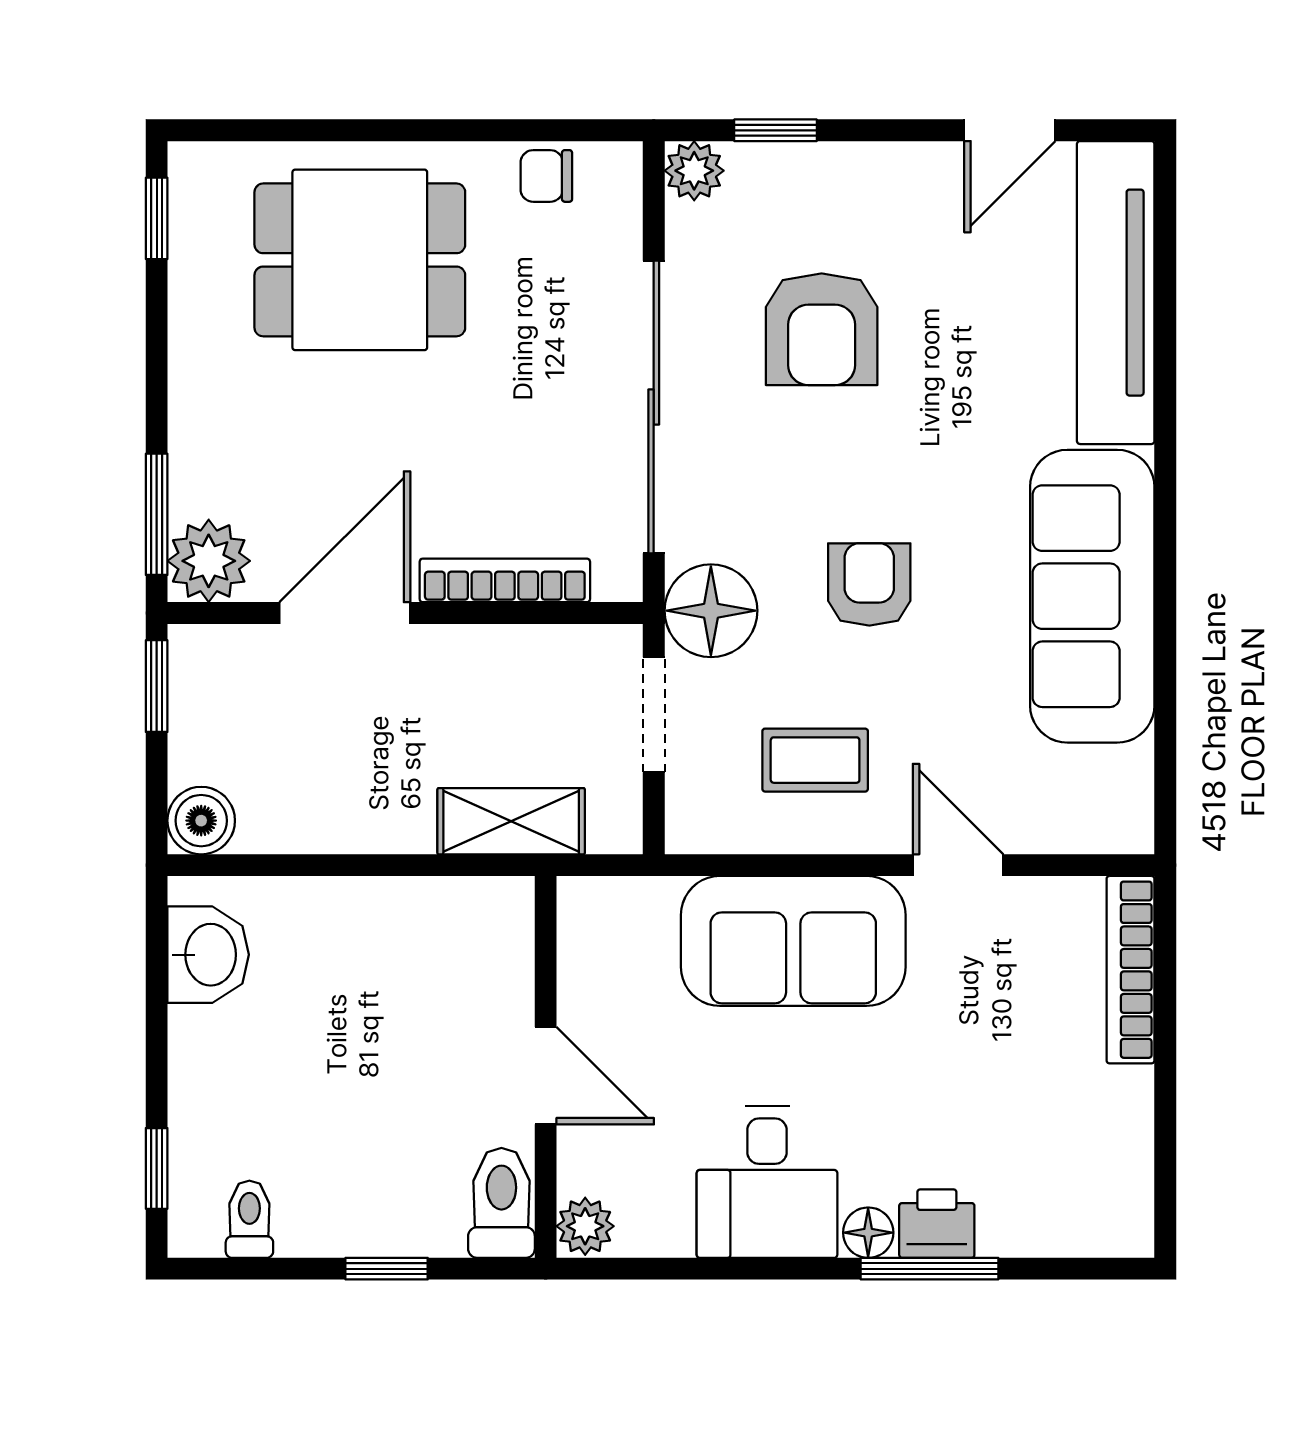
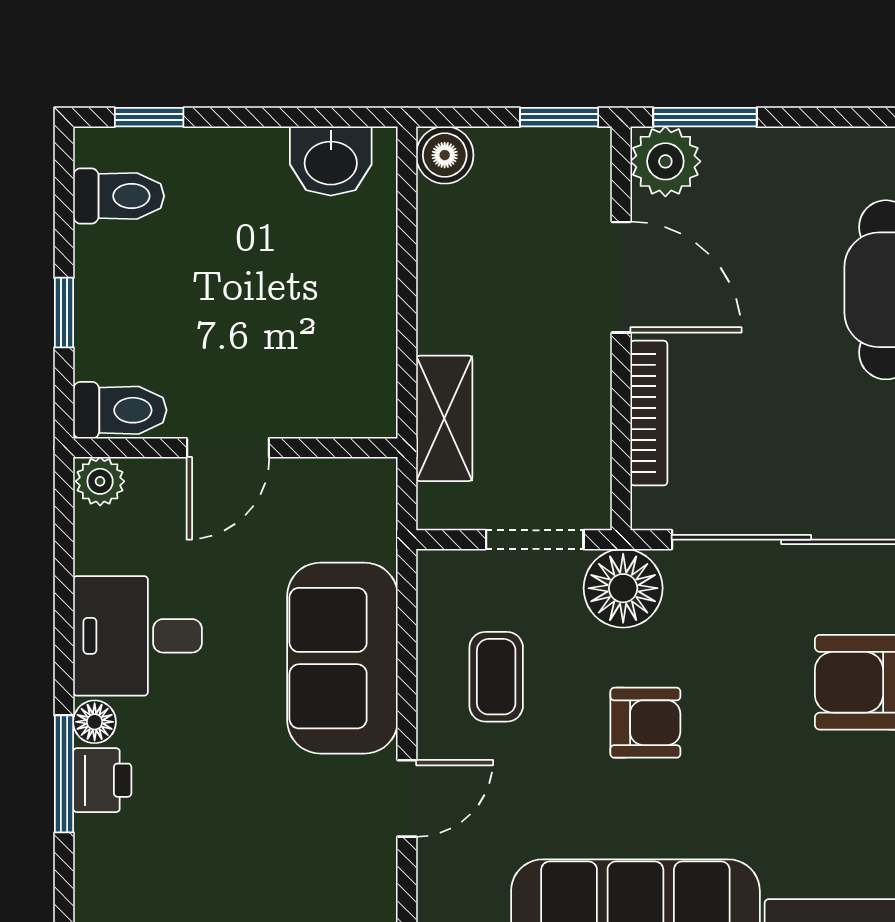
toilet: (249, 1219) -> (119, 196), width x1.37, depth x1.39

